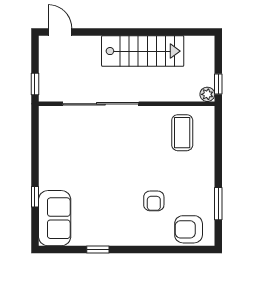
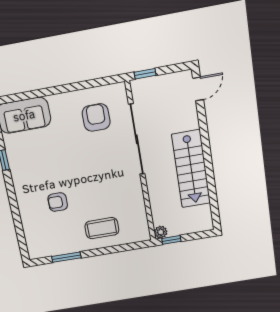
coffee table: (182, 133) -> (102, 228), moved
window: (35, 197) -> (40, 93), removed
armchair: (189, 229) -> (96, 118), moved

